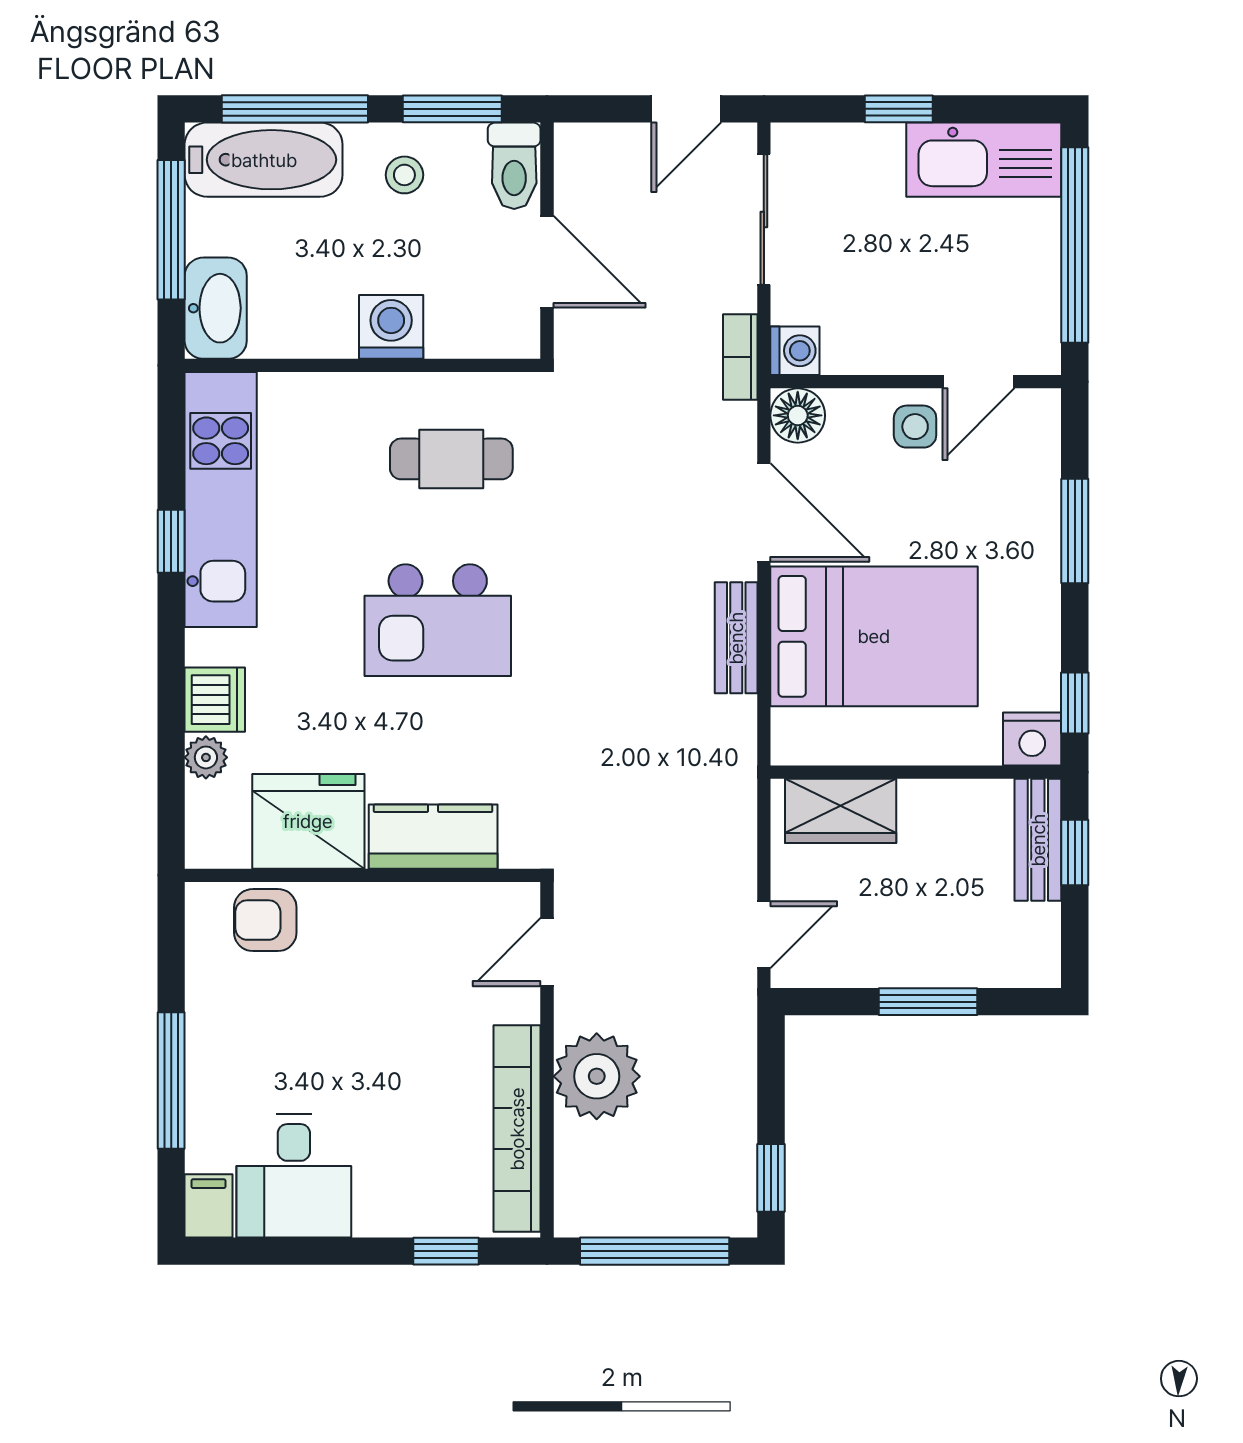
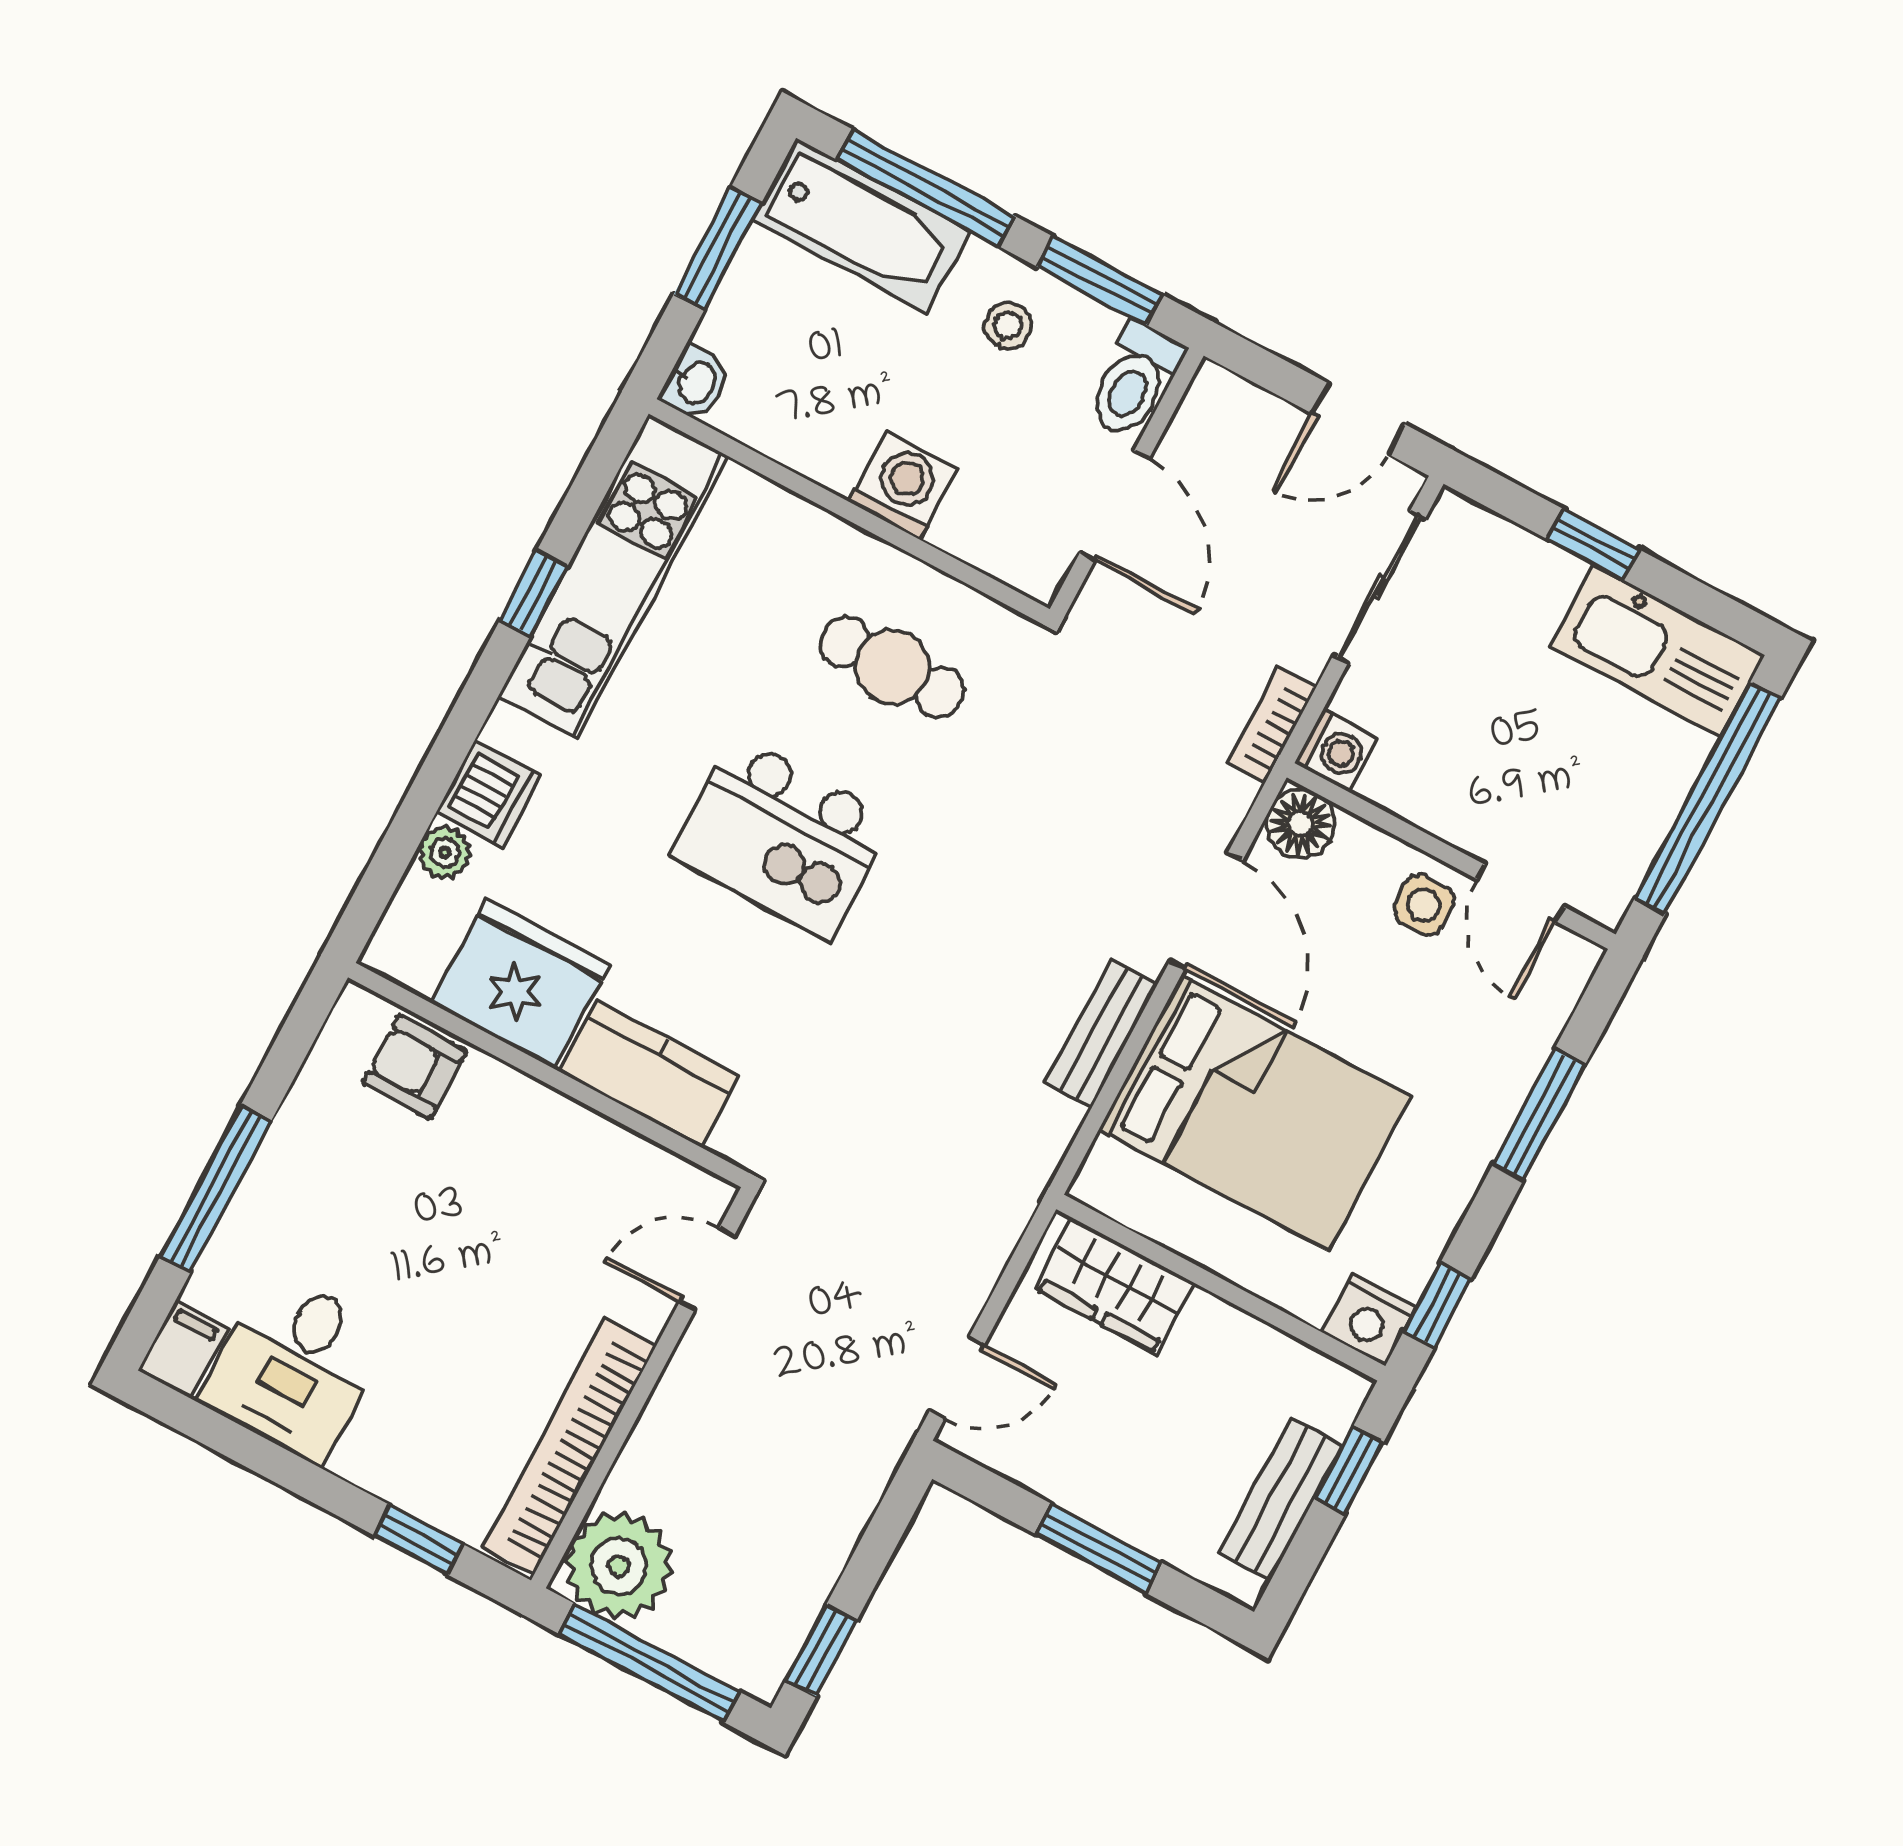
window: (171, 230) -> (718, 248), width x0.69
washbasin: (216, 308) -> (696, 383), width x0.52, depth x0.69
door: (978, 382) -> (1520, 893), hinge flipped
bench: (1038, 840) -> (1281, 1500), moved
plant: (597, 1076) -> (619, 1566), moved

